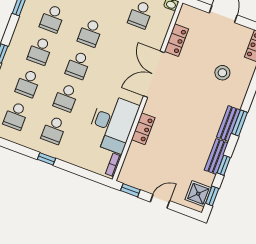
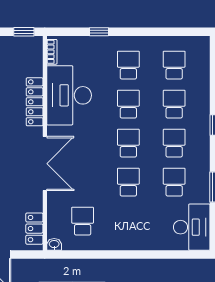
locker: (176, 40) -> (34, 229), moved
locker: (143, 129) -> (35, 102), width x1.53
window: (46, 159) -> (99, 32), moved

